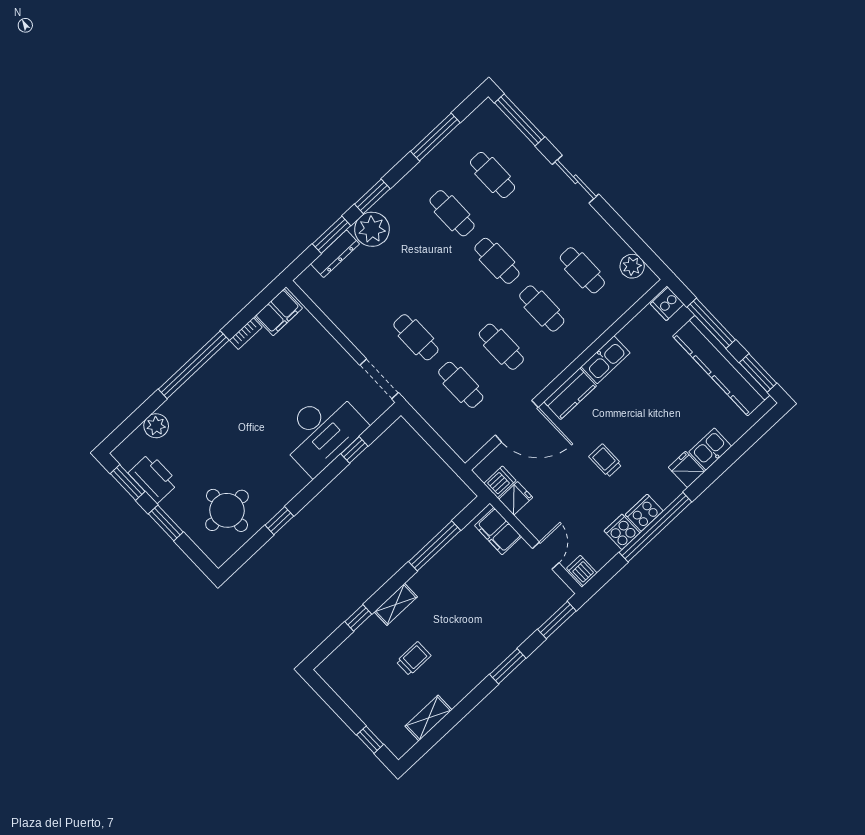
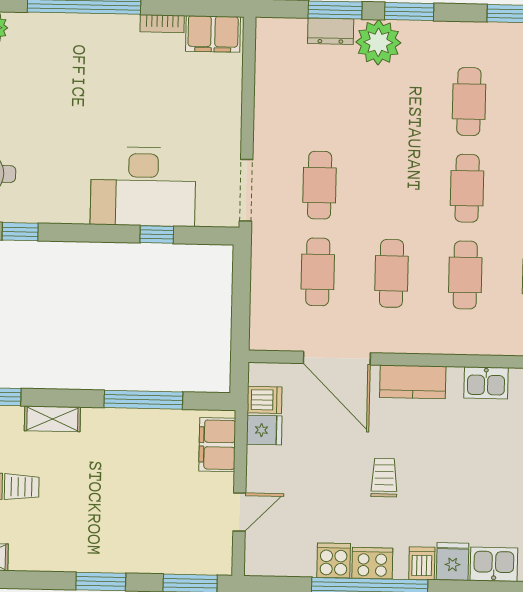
dresser: (335, 254) -> (331, 31), width x0.70
kitchen sink: (606, 360) -> (486, 383), width x0.73
dishwasher: (582, 571) -> (422, 563), moved

